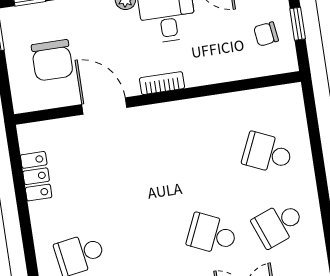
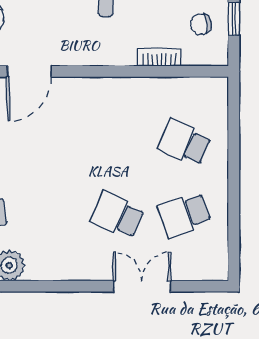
bookcase: (162, 83) -> (159, 57), moved
door: (104, 106) -> (29, 71), swing flipped

